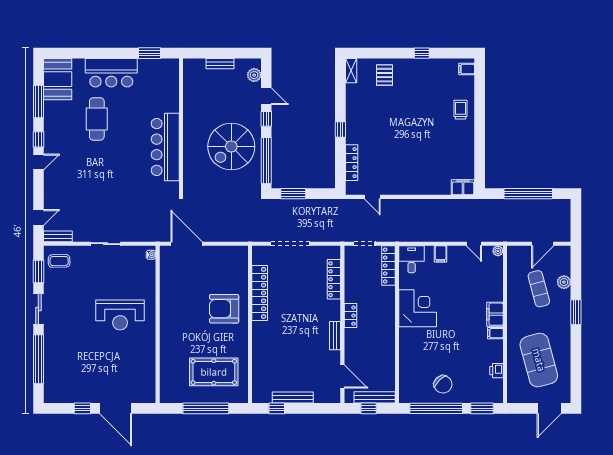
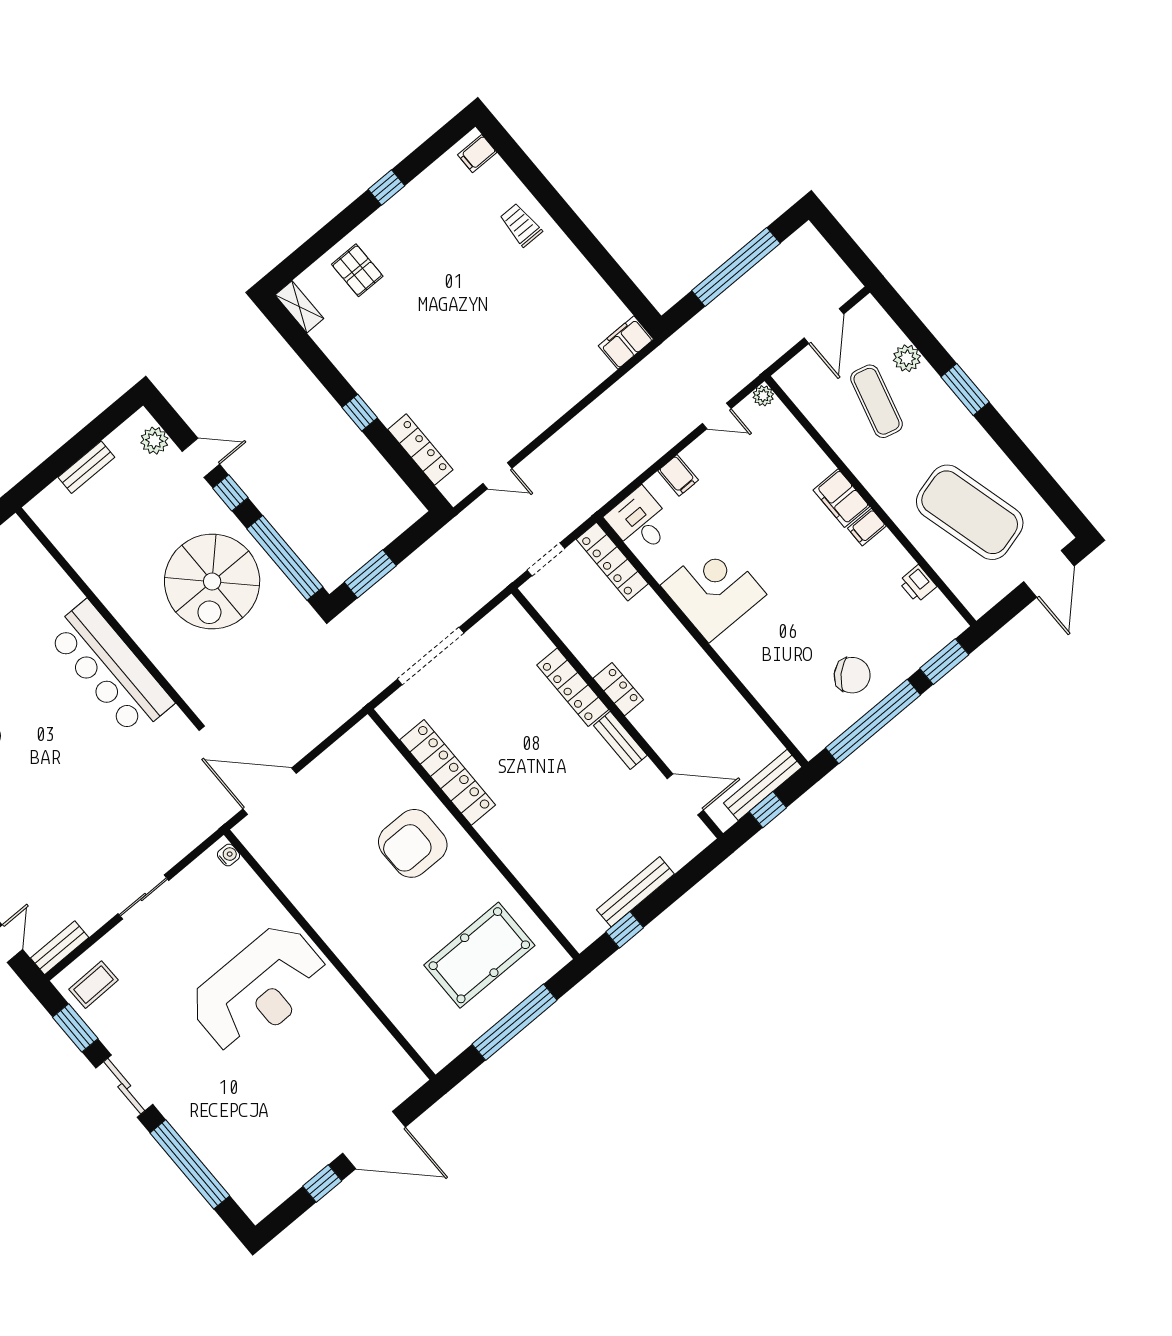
locker: (334, 279) -> (573, 687), moved
exercise mat: (539, 289) -> (877, 401), turned 30
reception desk: (120, 315) -> (259, 989), width x1.36, depth x1.30

